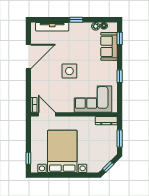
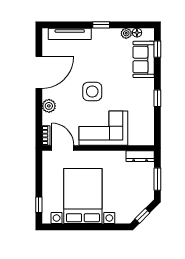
plant: (36, 82) -> (49, 106), added
corner sofa: (93, 99) -> (103, 128), moved

